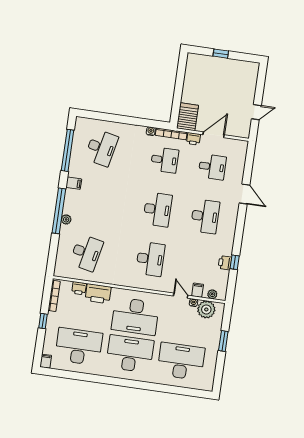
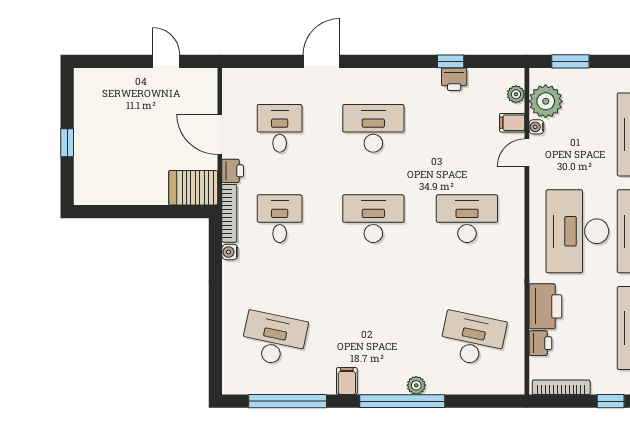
desk: (135, 316) -> (577, 231), turned 180
window: (223, 341) -> (570, 61), moved

